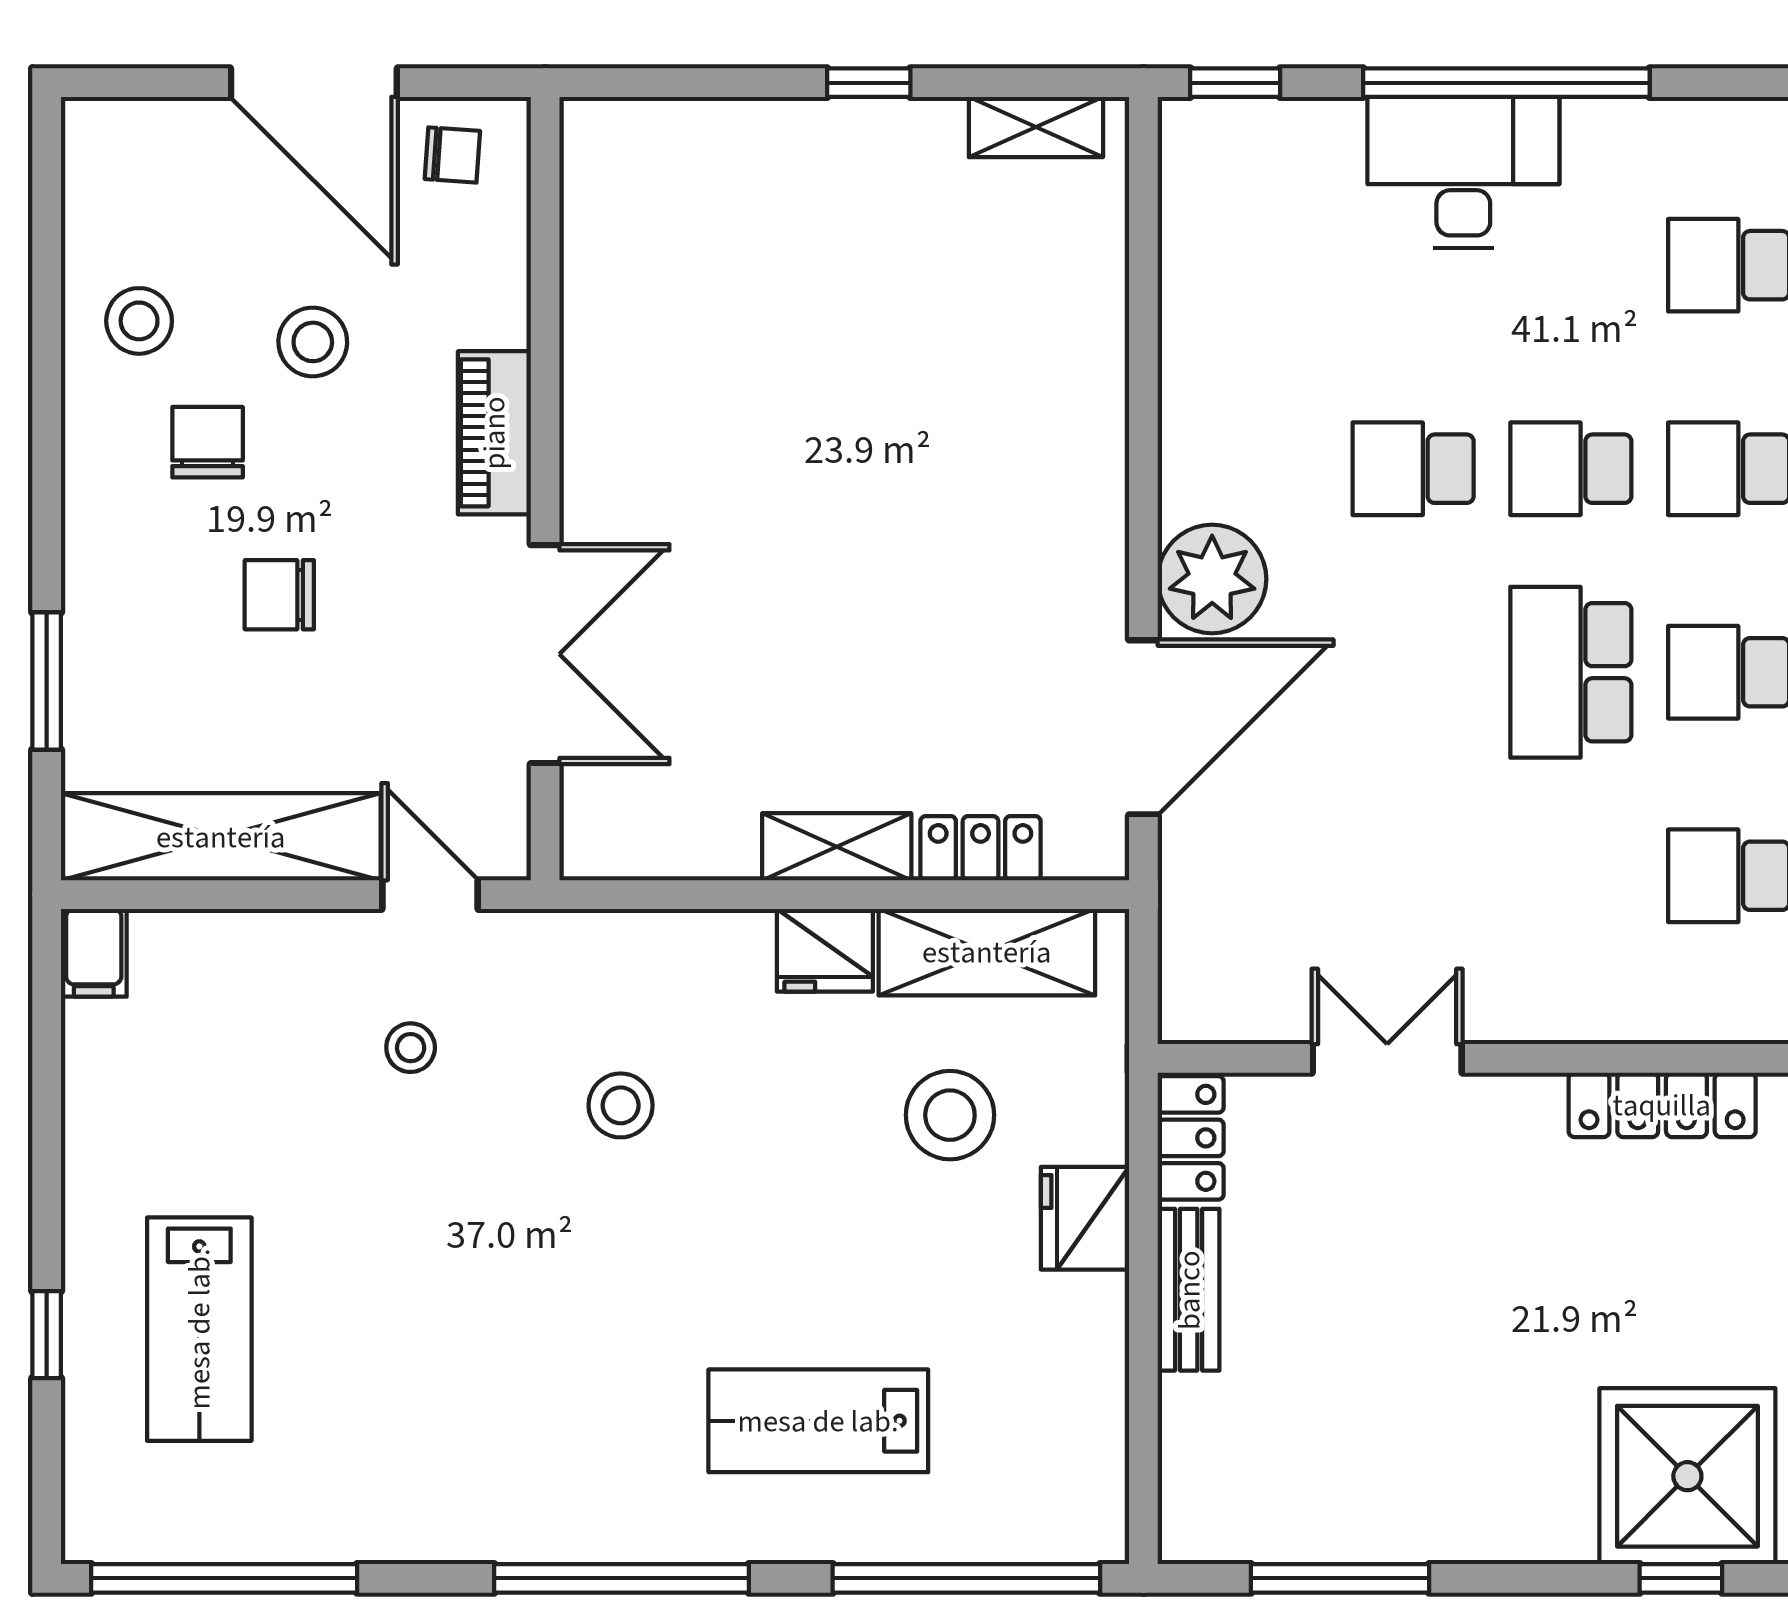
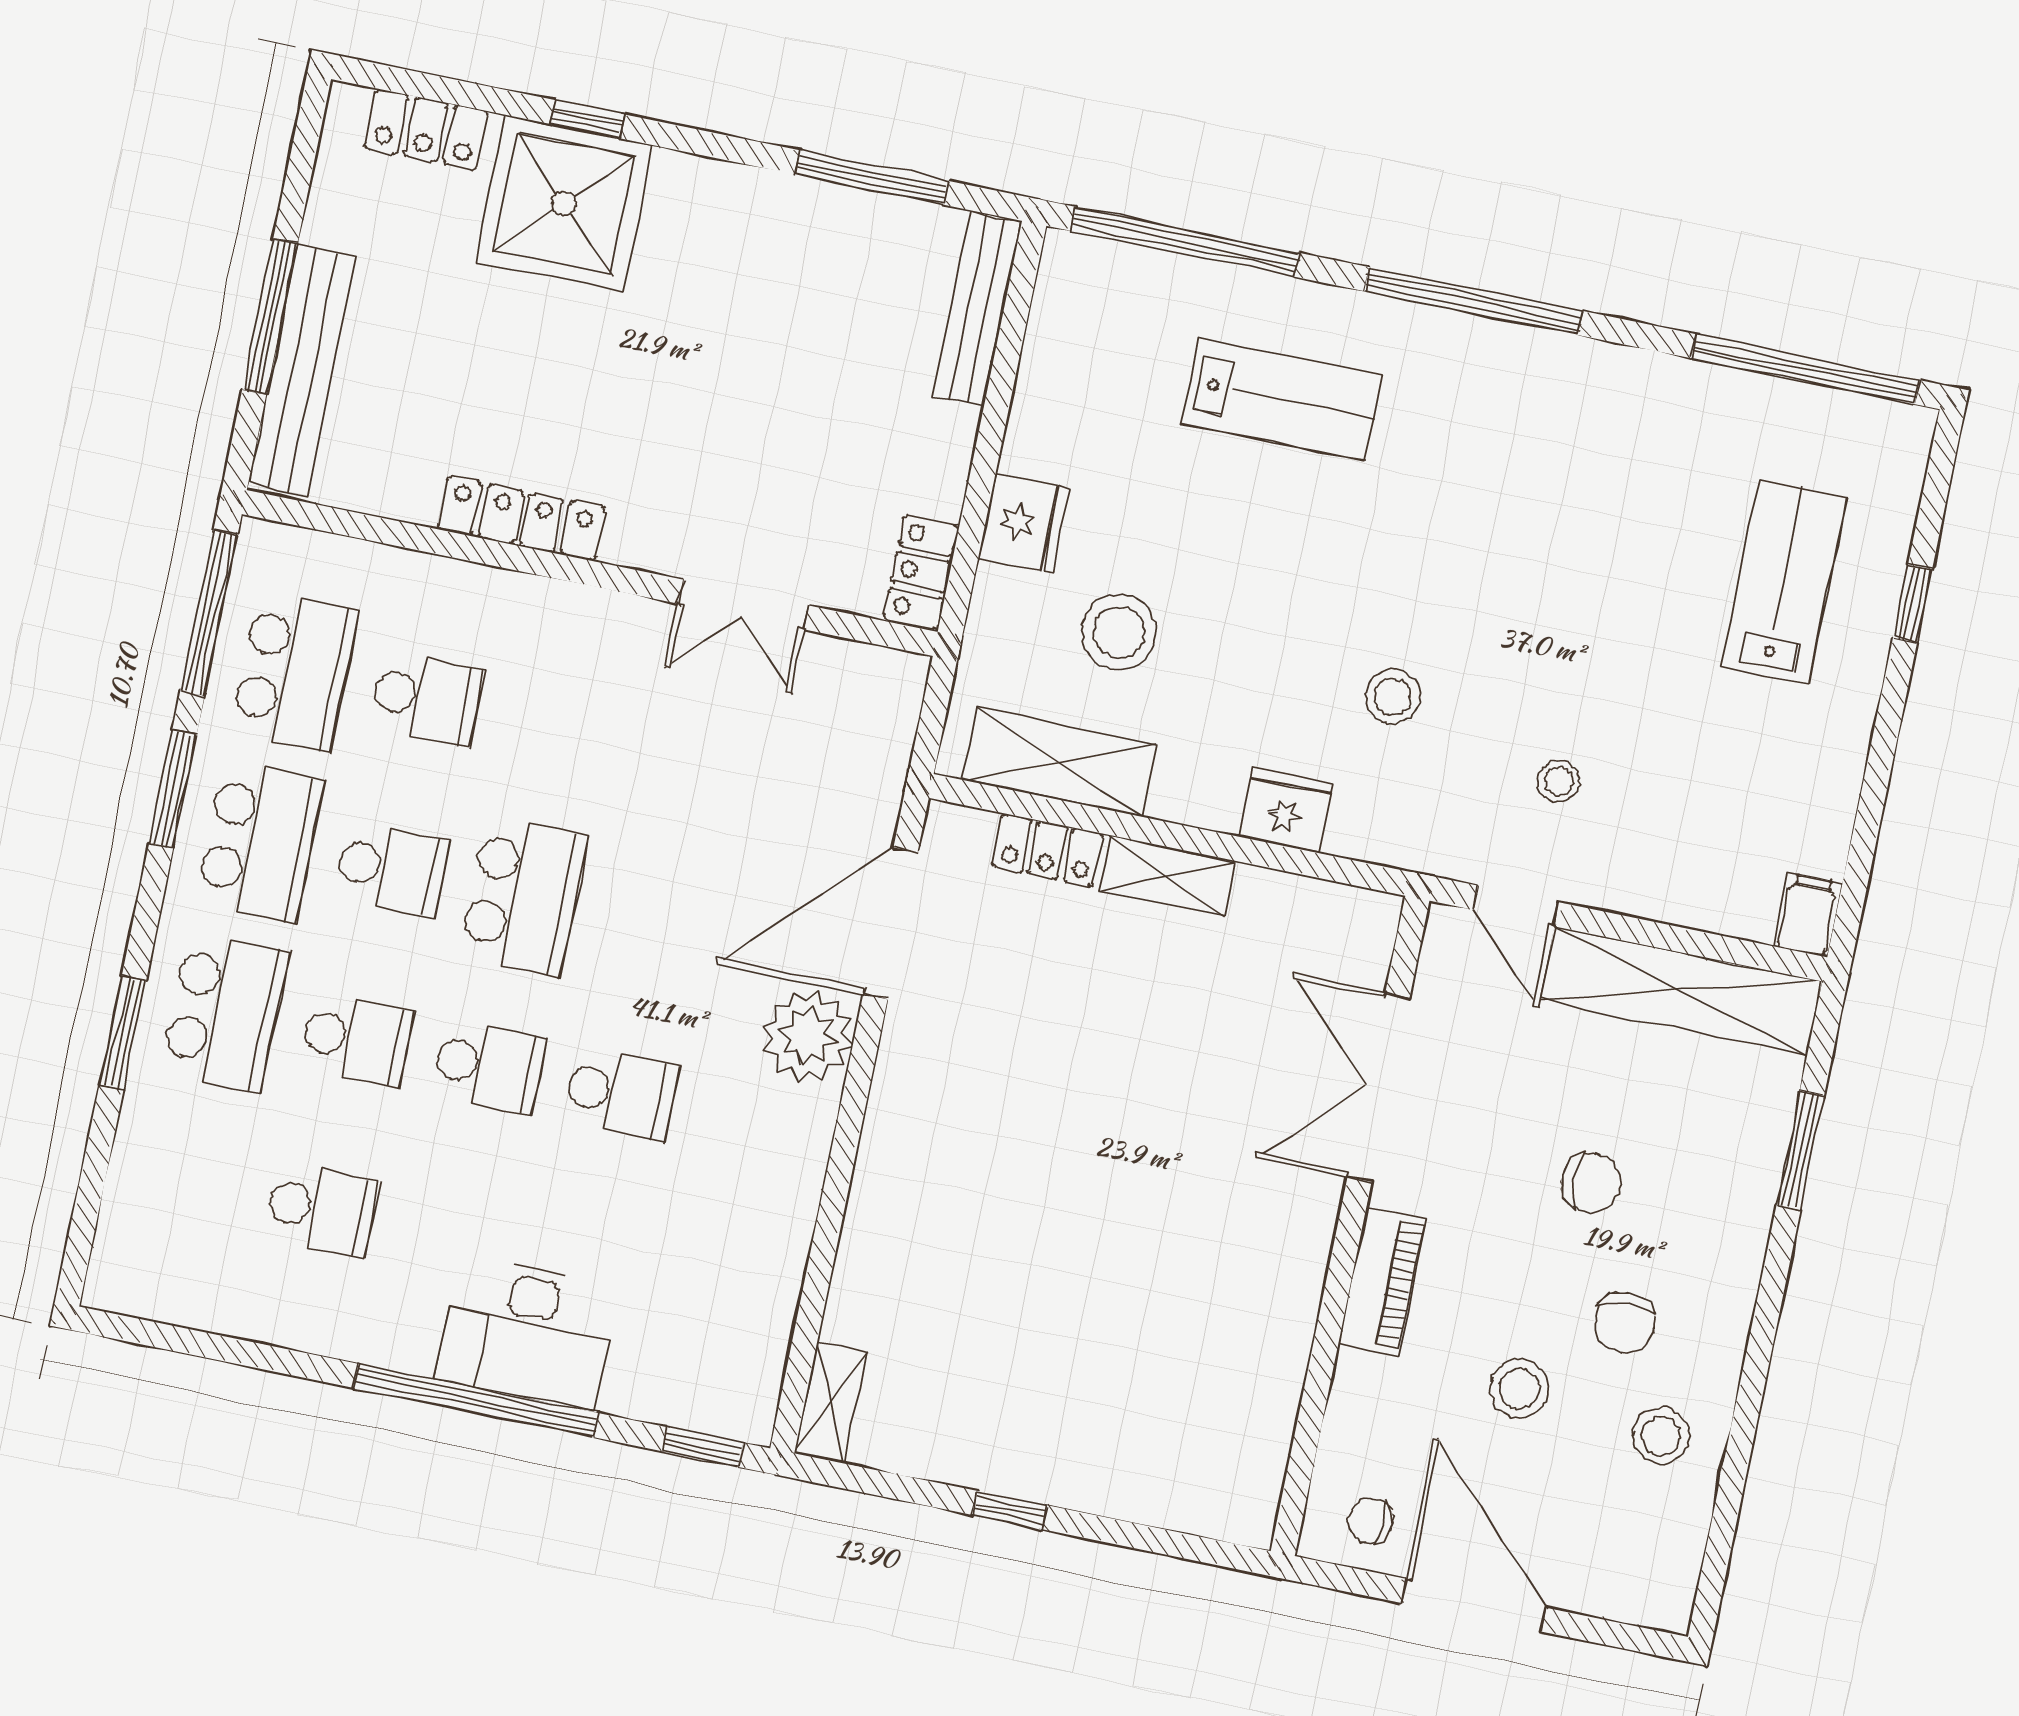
shelving: (1036, 127) -> (831, 1402), moved, turned 90
fridge: (825, 950) -> (1286, 810), moved
bench: (1189, 1290) -> (977, 309), moved, width x1.36

